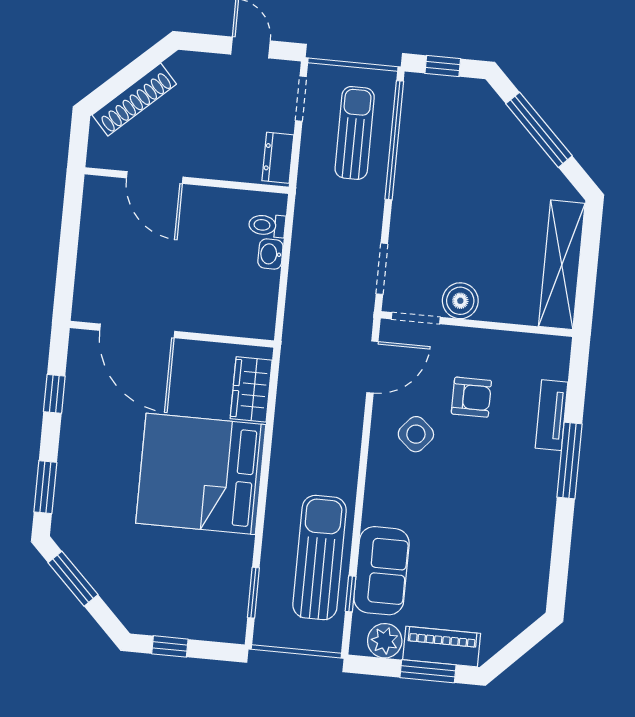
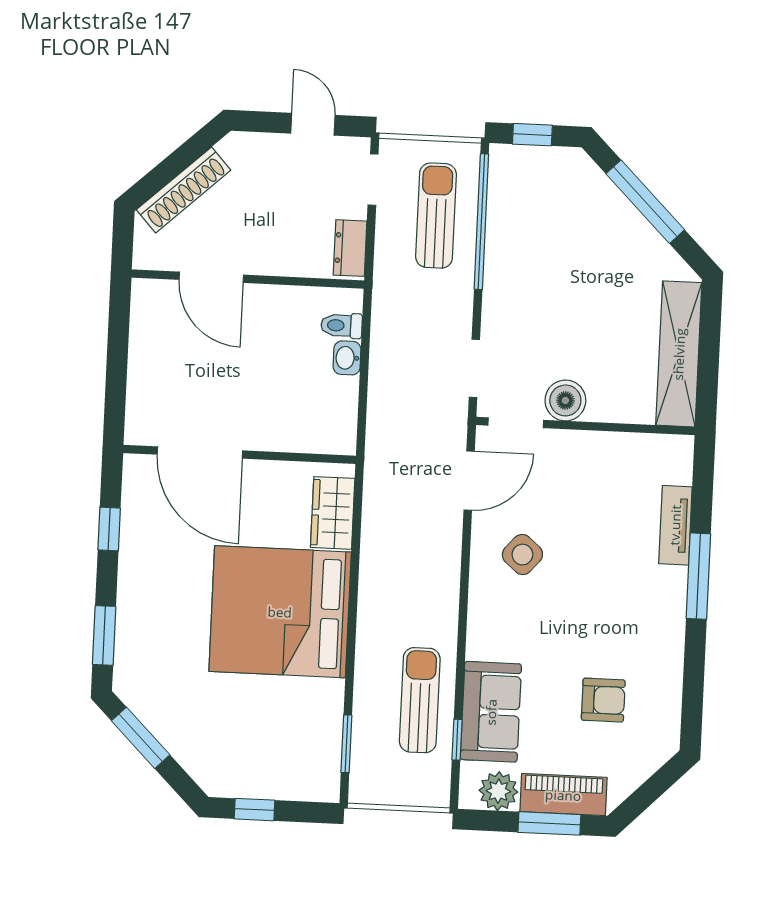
armchair: (471, 397) -> (603, 700), moved
sun lounger: (320, 558) -> (420, 700), width x0.73, depth x0.75

